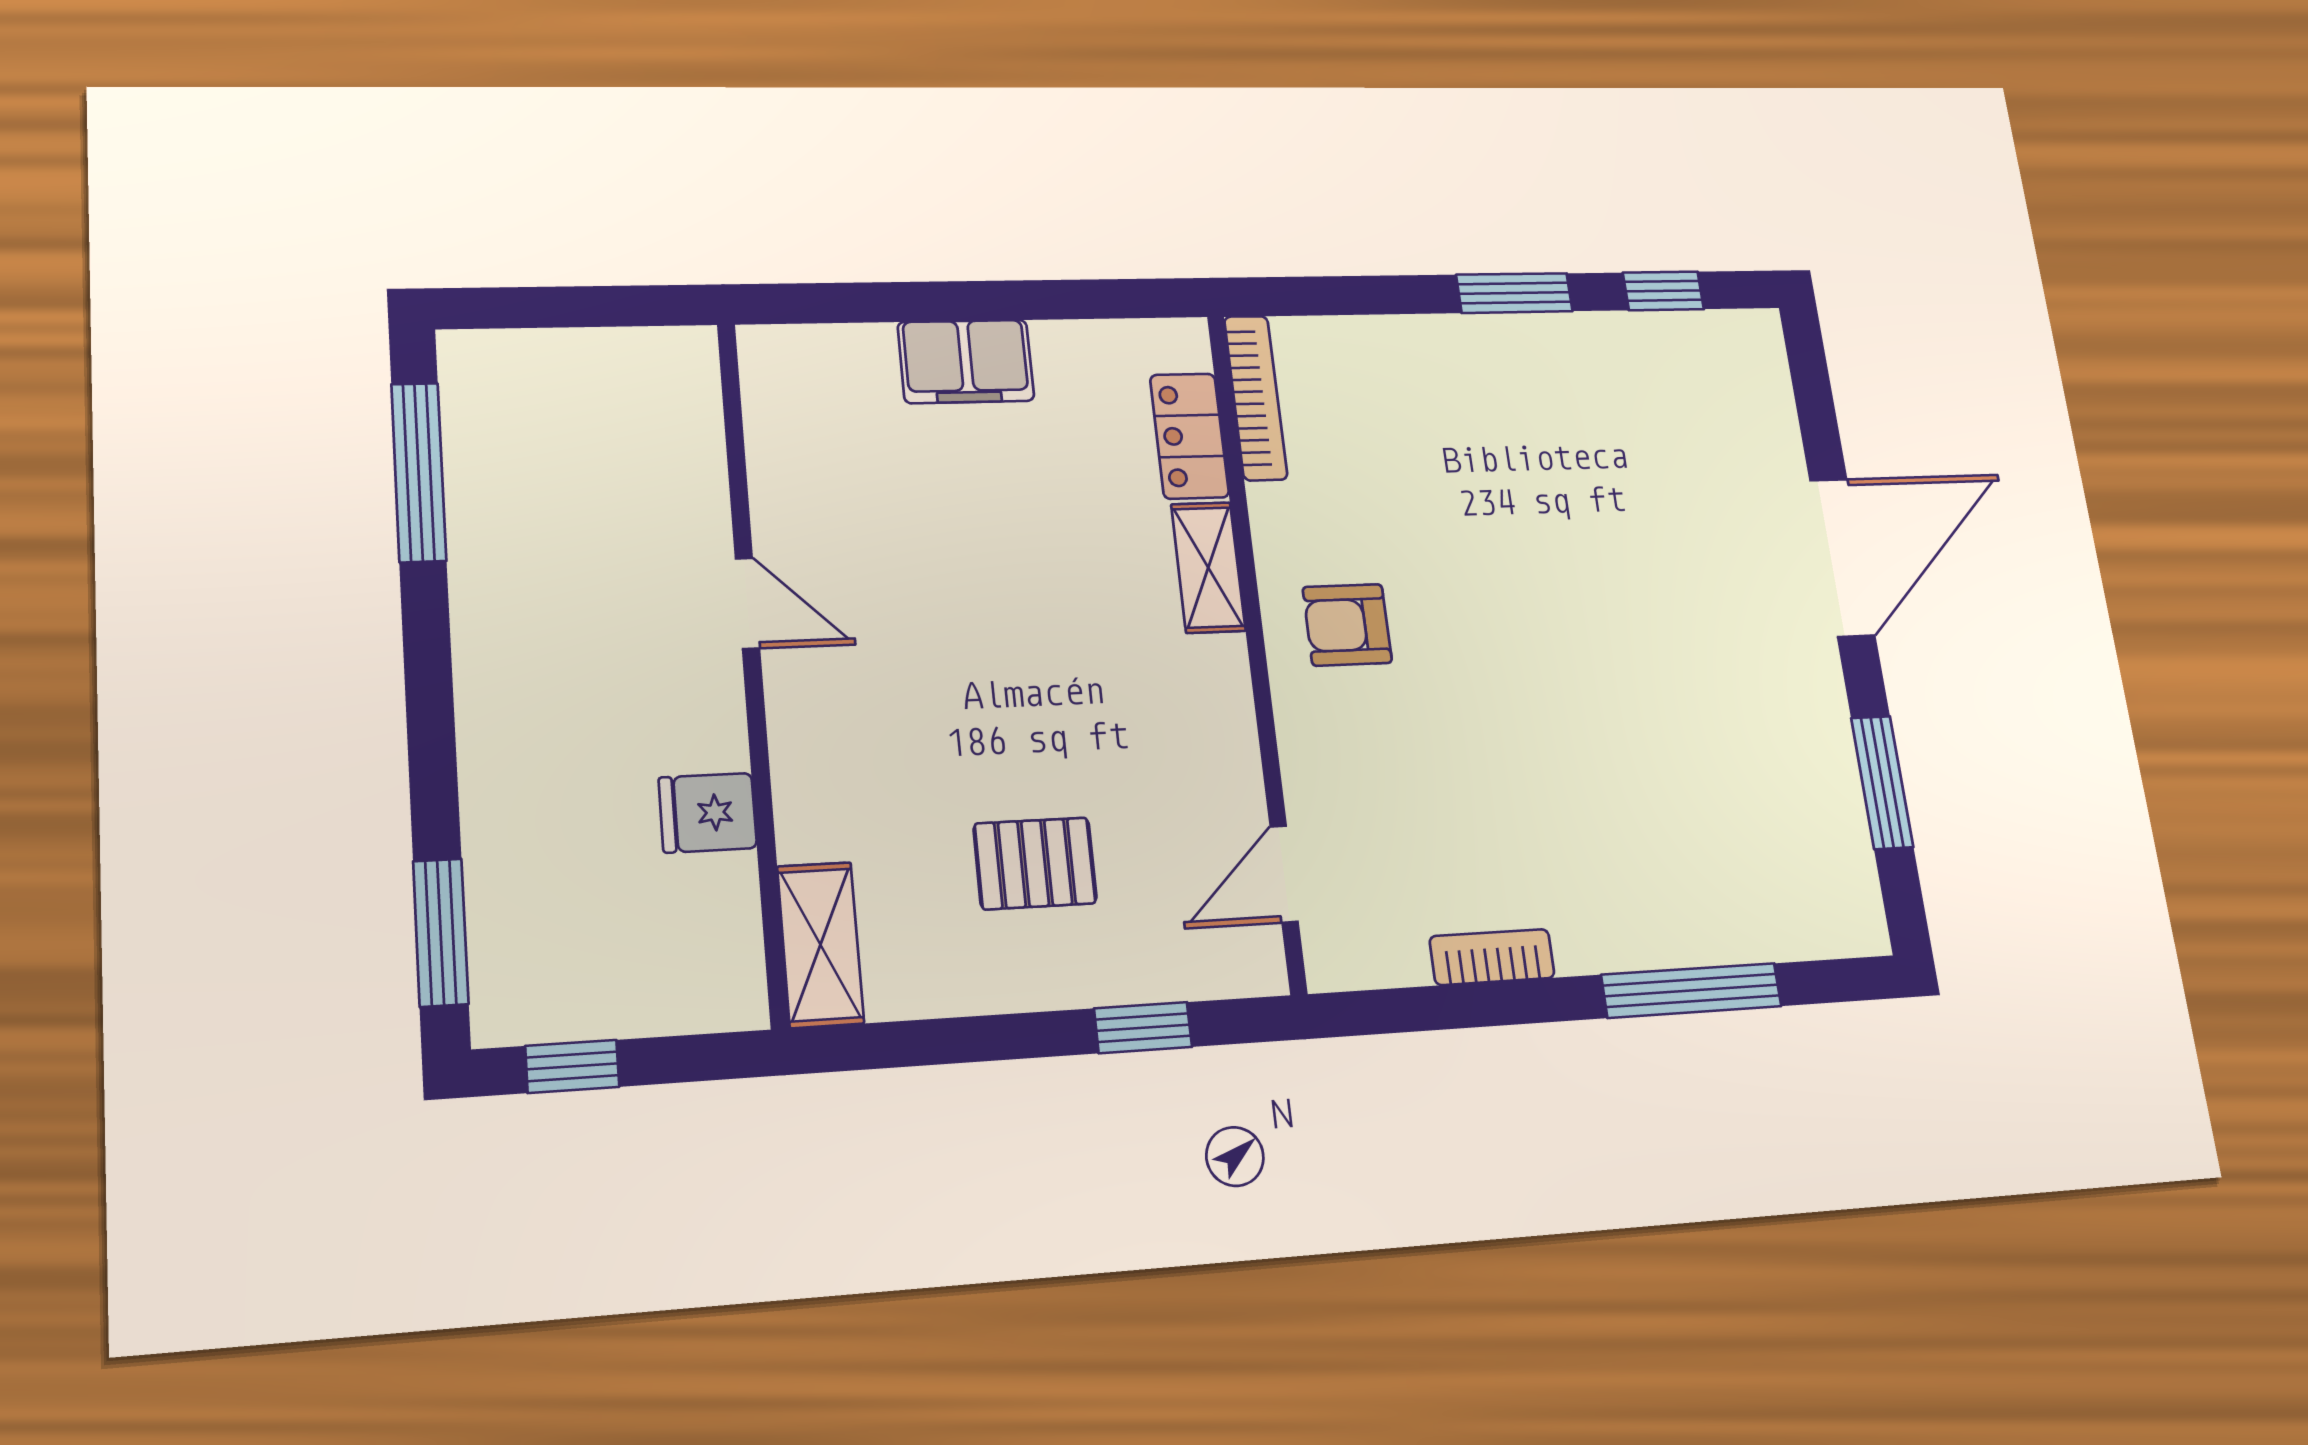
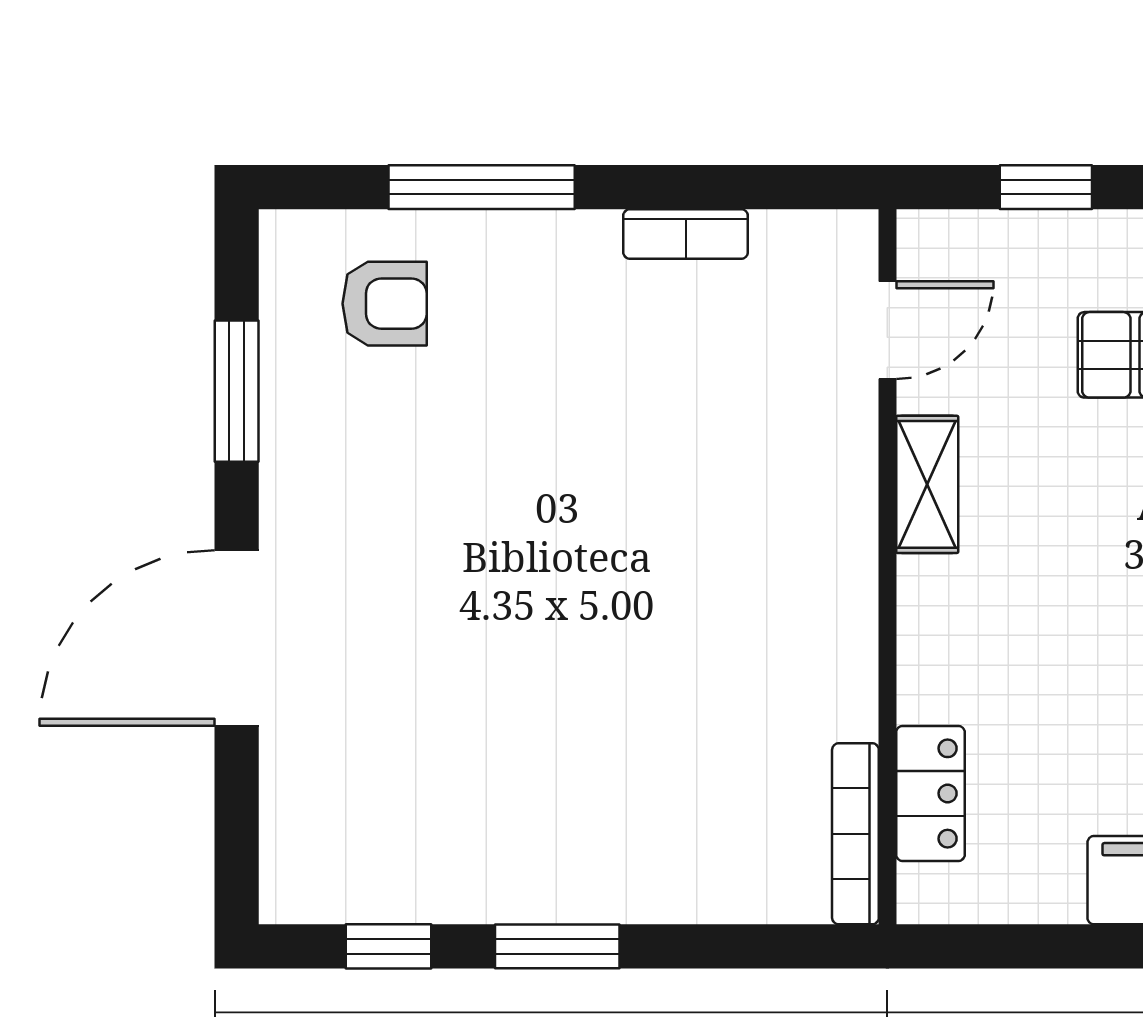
shelving: (1208, 567) -> (927, 484), moved
armchair: (1347, 625) -> (385, 304), moved

